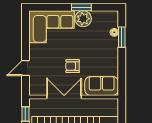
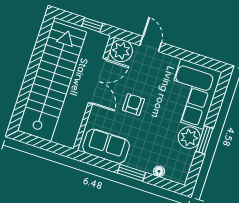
window: (122, 37) -> (131, 173), moved
sofa: (102, 86) -> (106, 146), moved, turned -90
plant: (37, 87) -> (121, 51), added

